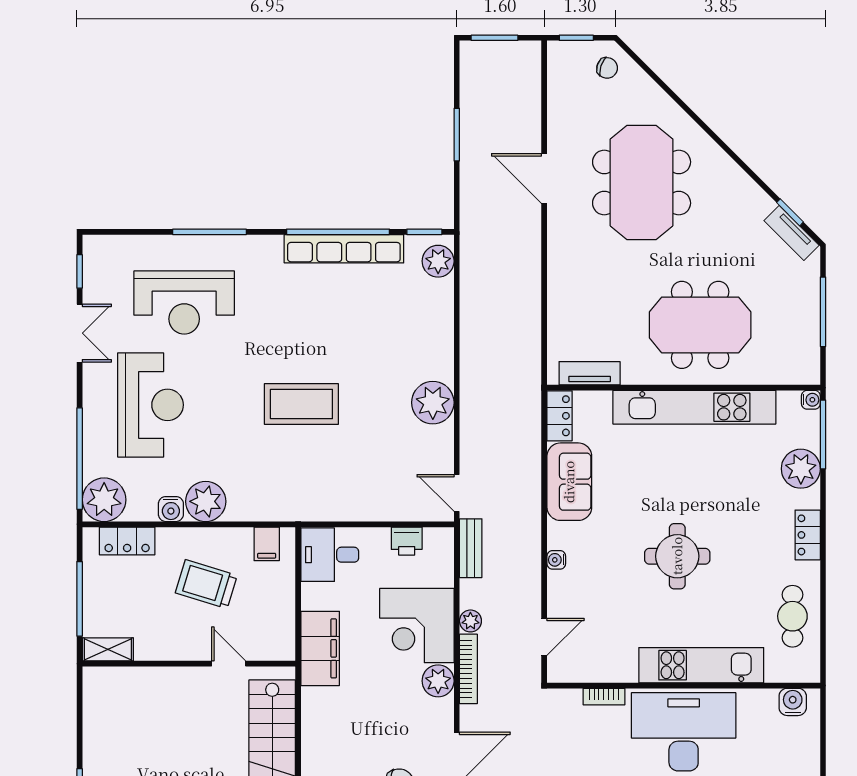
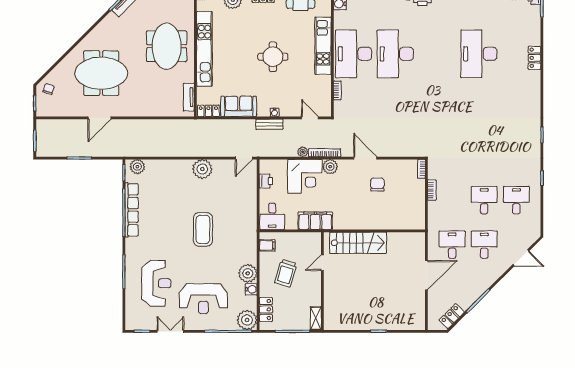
reception desk: (150, 405) -> (203, 299), turned 180
bench: (471, 548) -> (269, 124), moved

